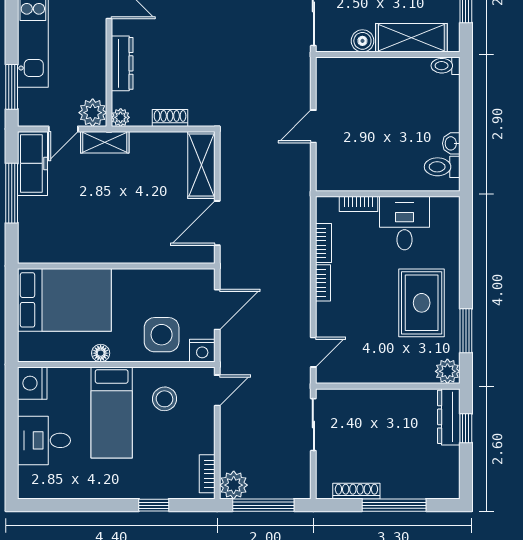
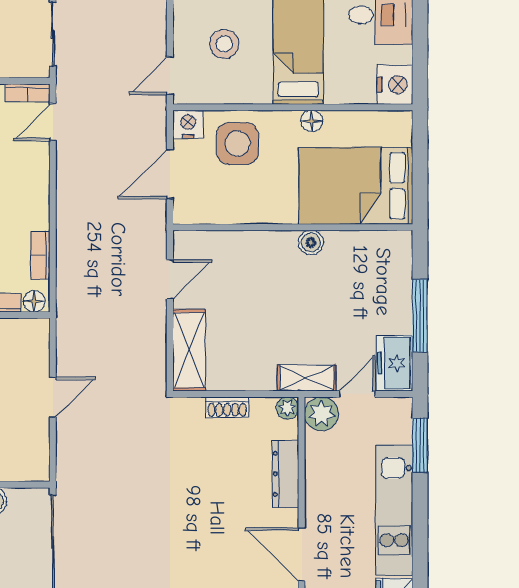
freezer: (33, 163) -> (394, 363), width x0.71
floor lamp: (329, 205) -> (34, 301), added
door: (217, 223) -> (170, 279), width x0.73
boiler: (101, 253) -> (311, 242), added
bookcase: (323, 283) -> (28, 93), moved, turned -90
stool: (164, 399) -> (224, 44), moved

